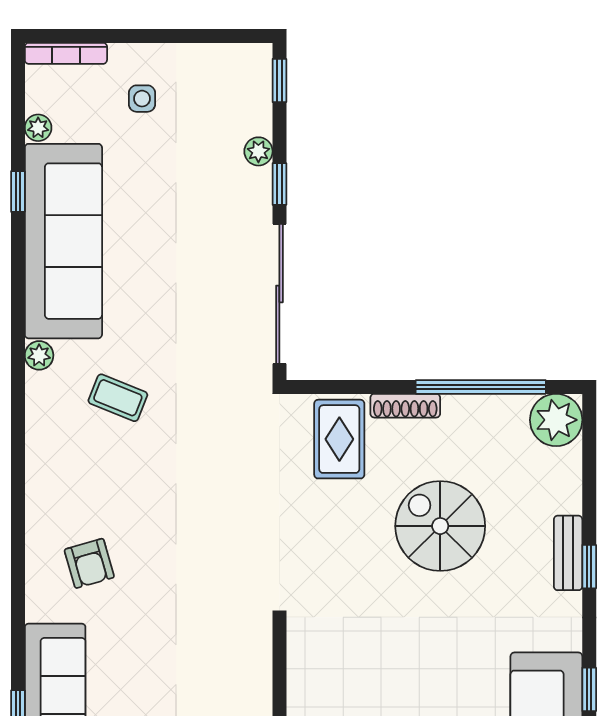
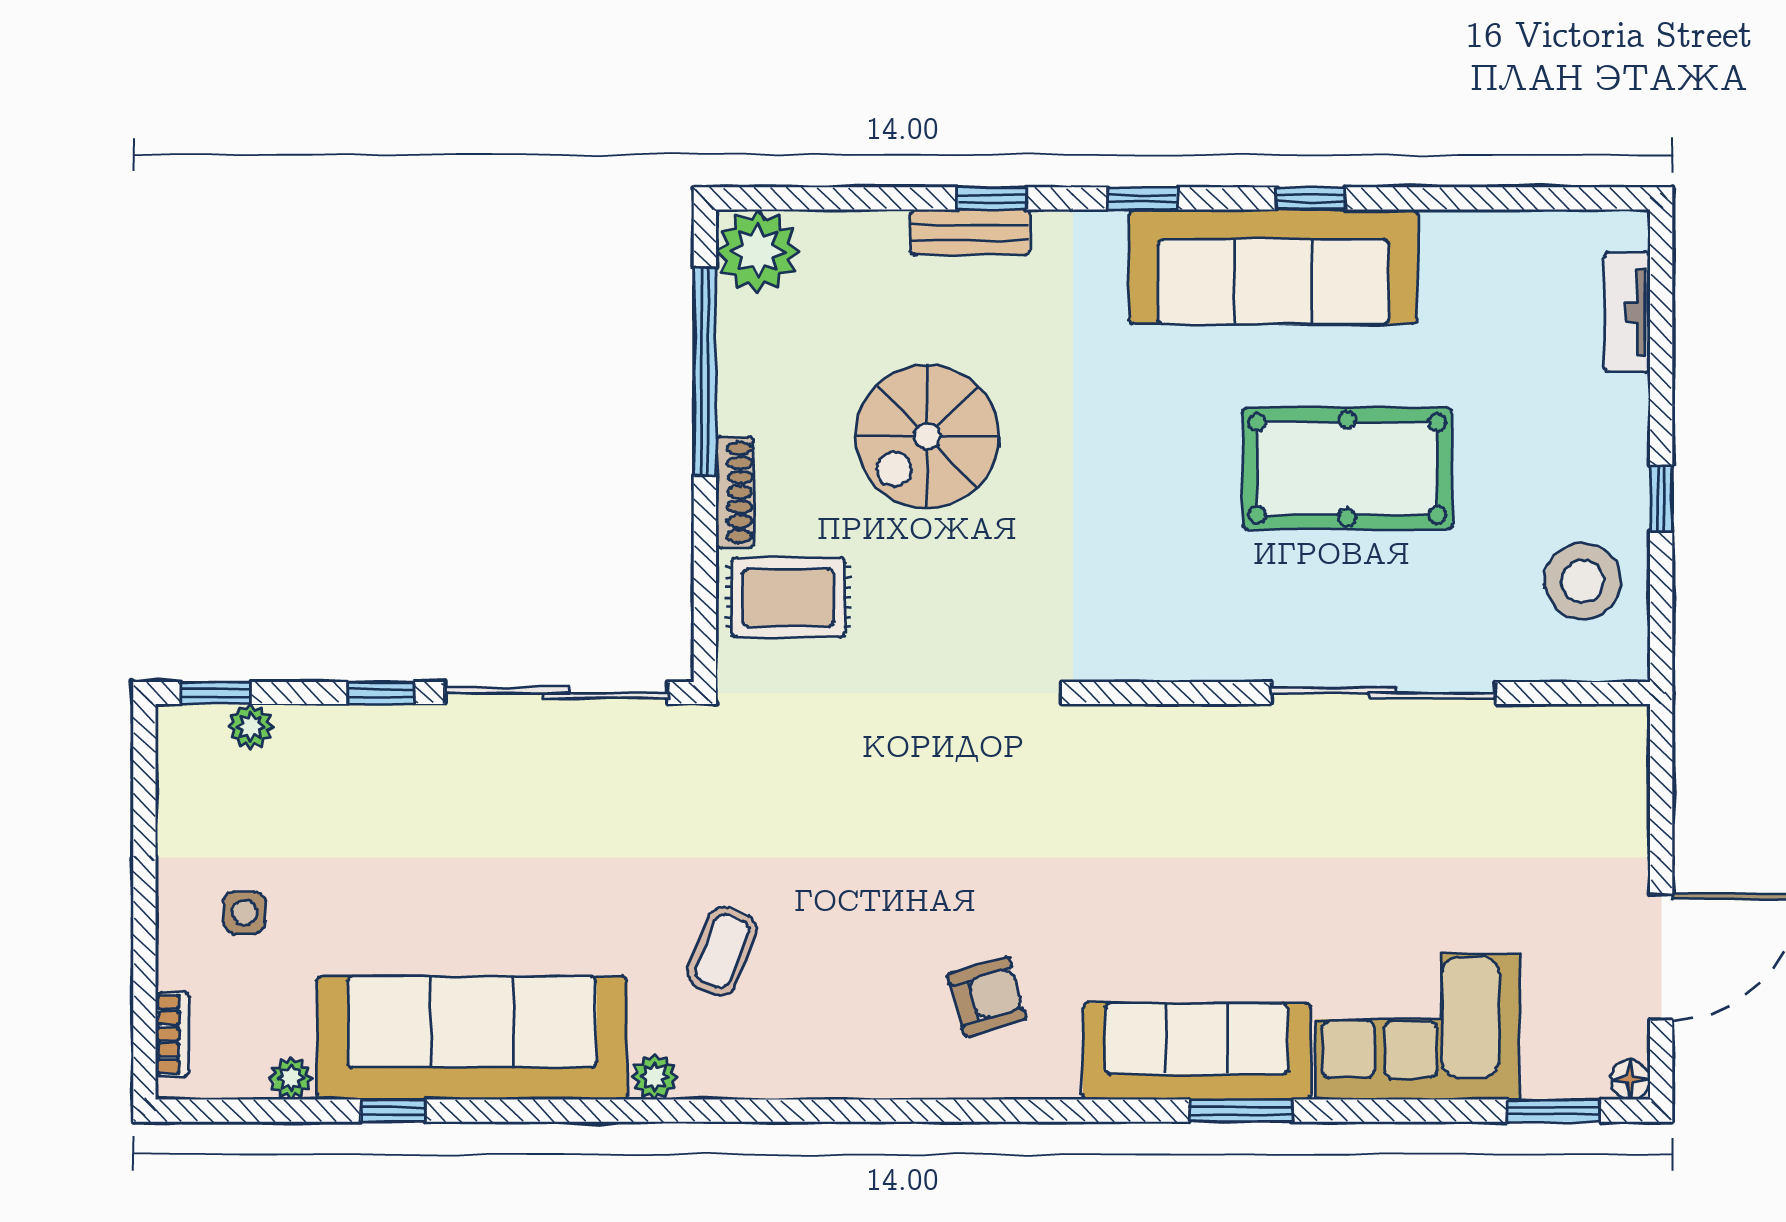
bookcase: (66, 53) -> (172, 1034), width x0.64
plant: (258, 151) -> (251, 727), moved
window: (589, 689) -> (1143, 198), moved

